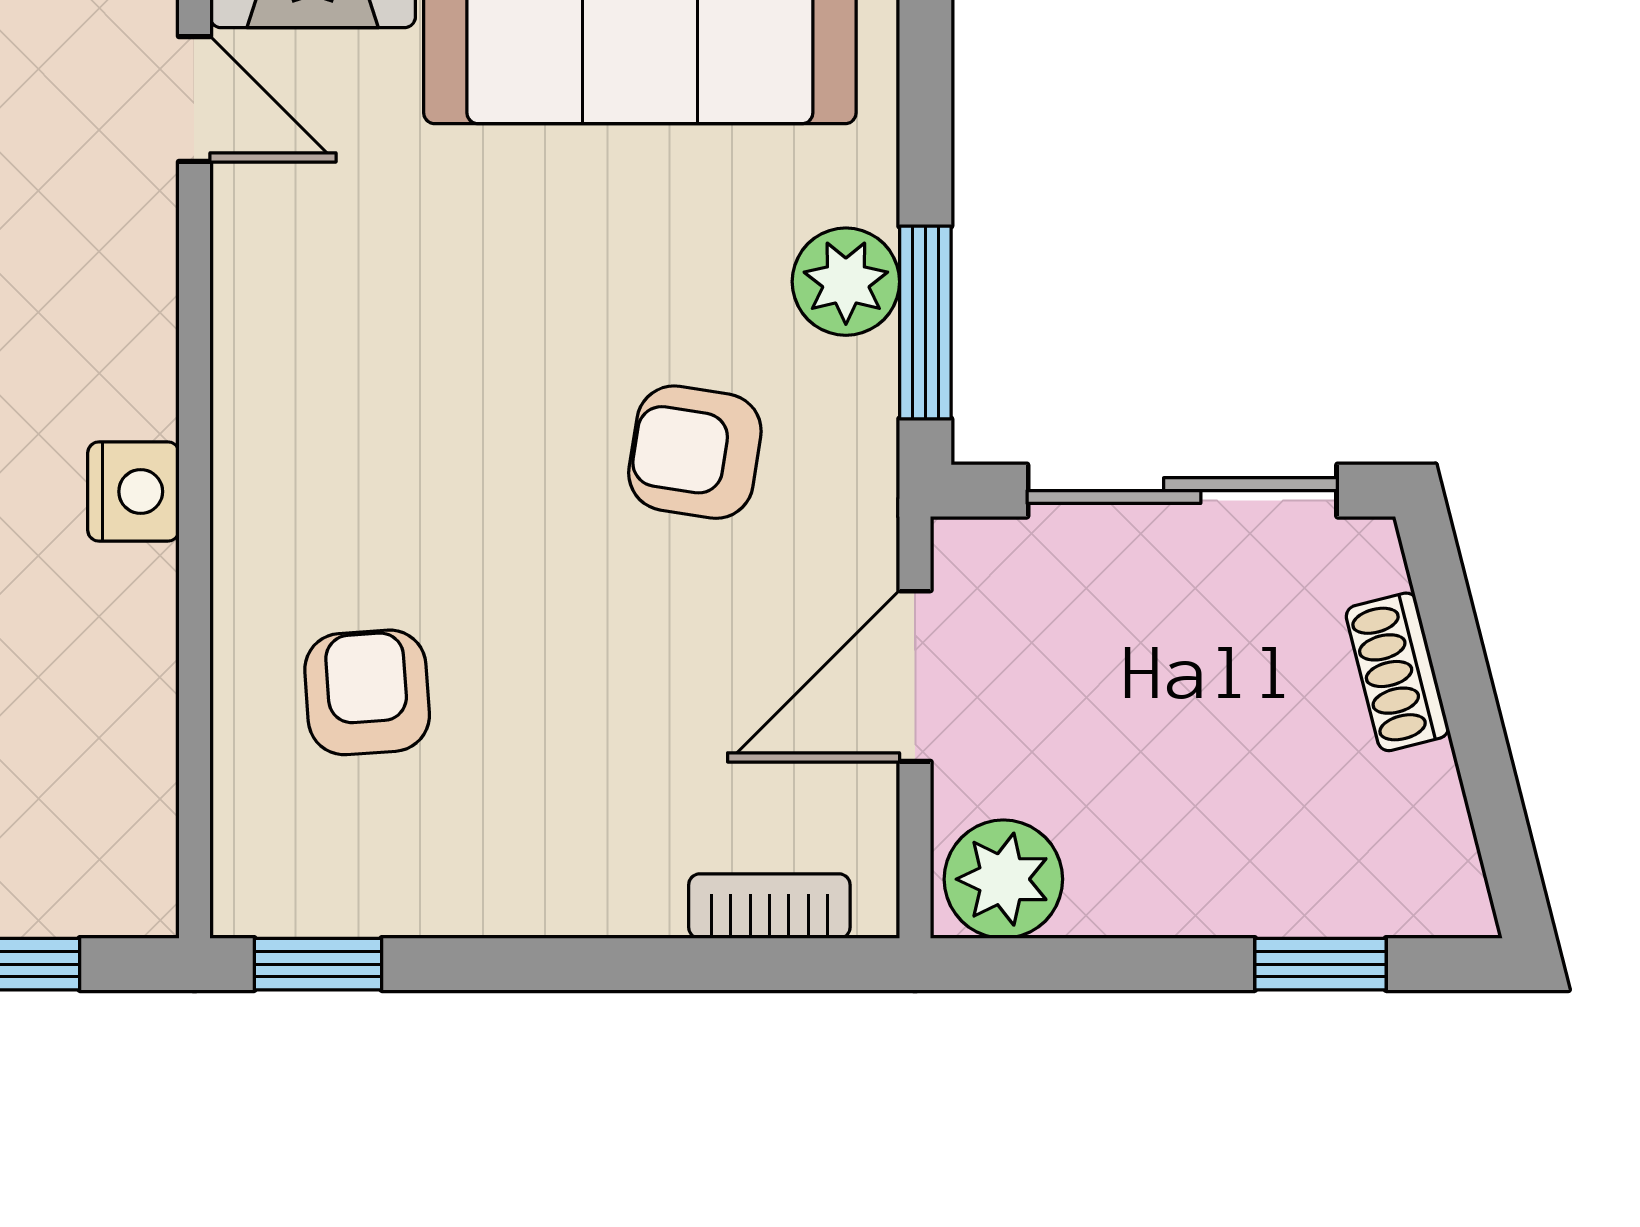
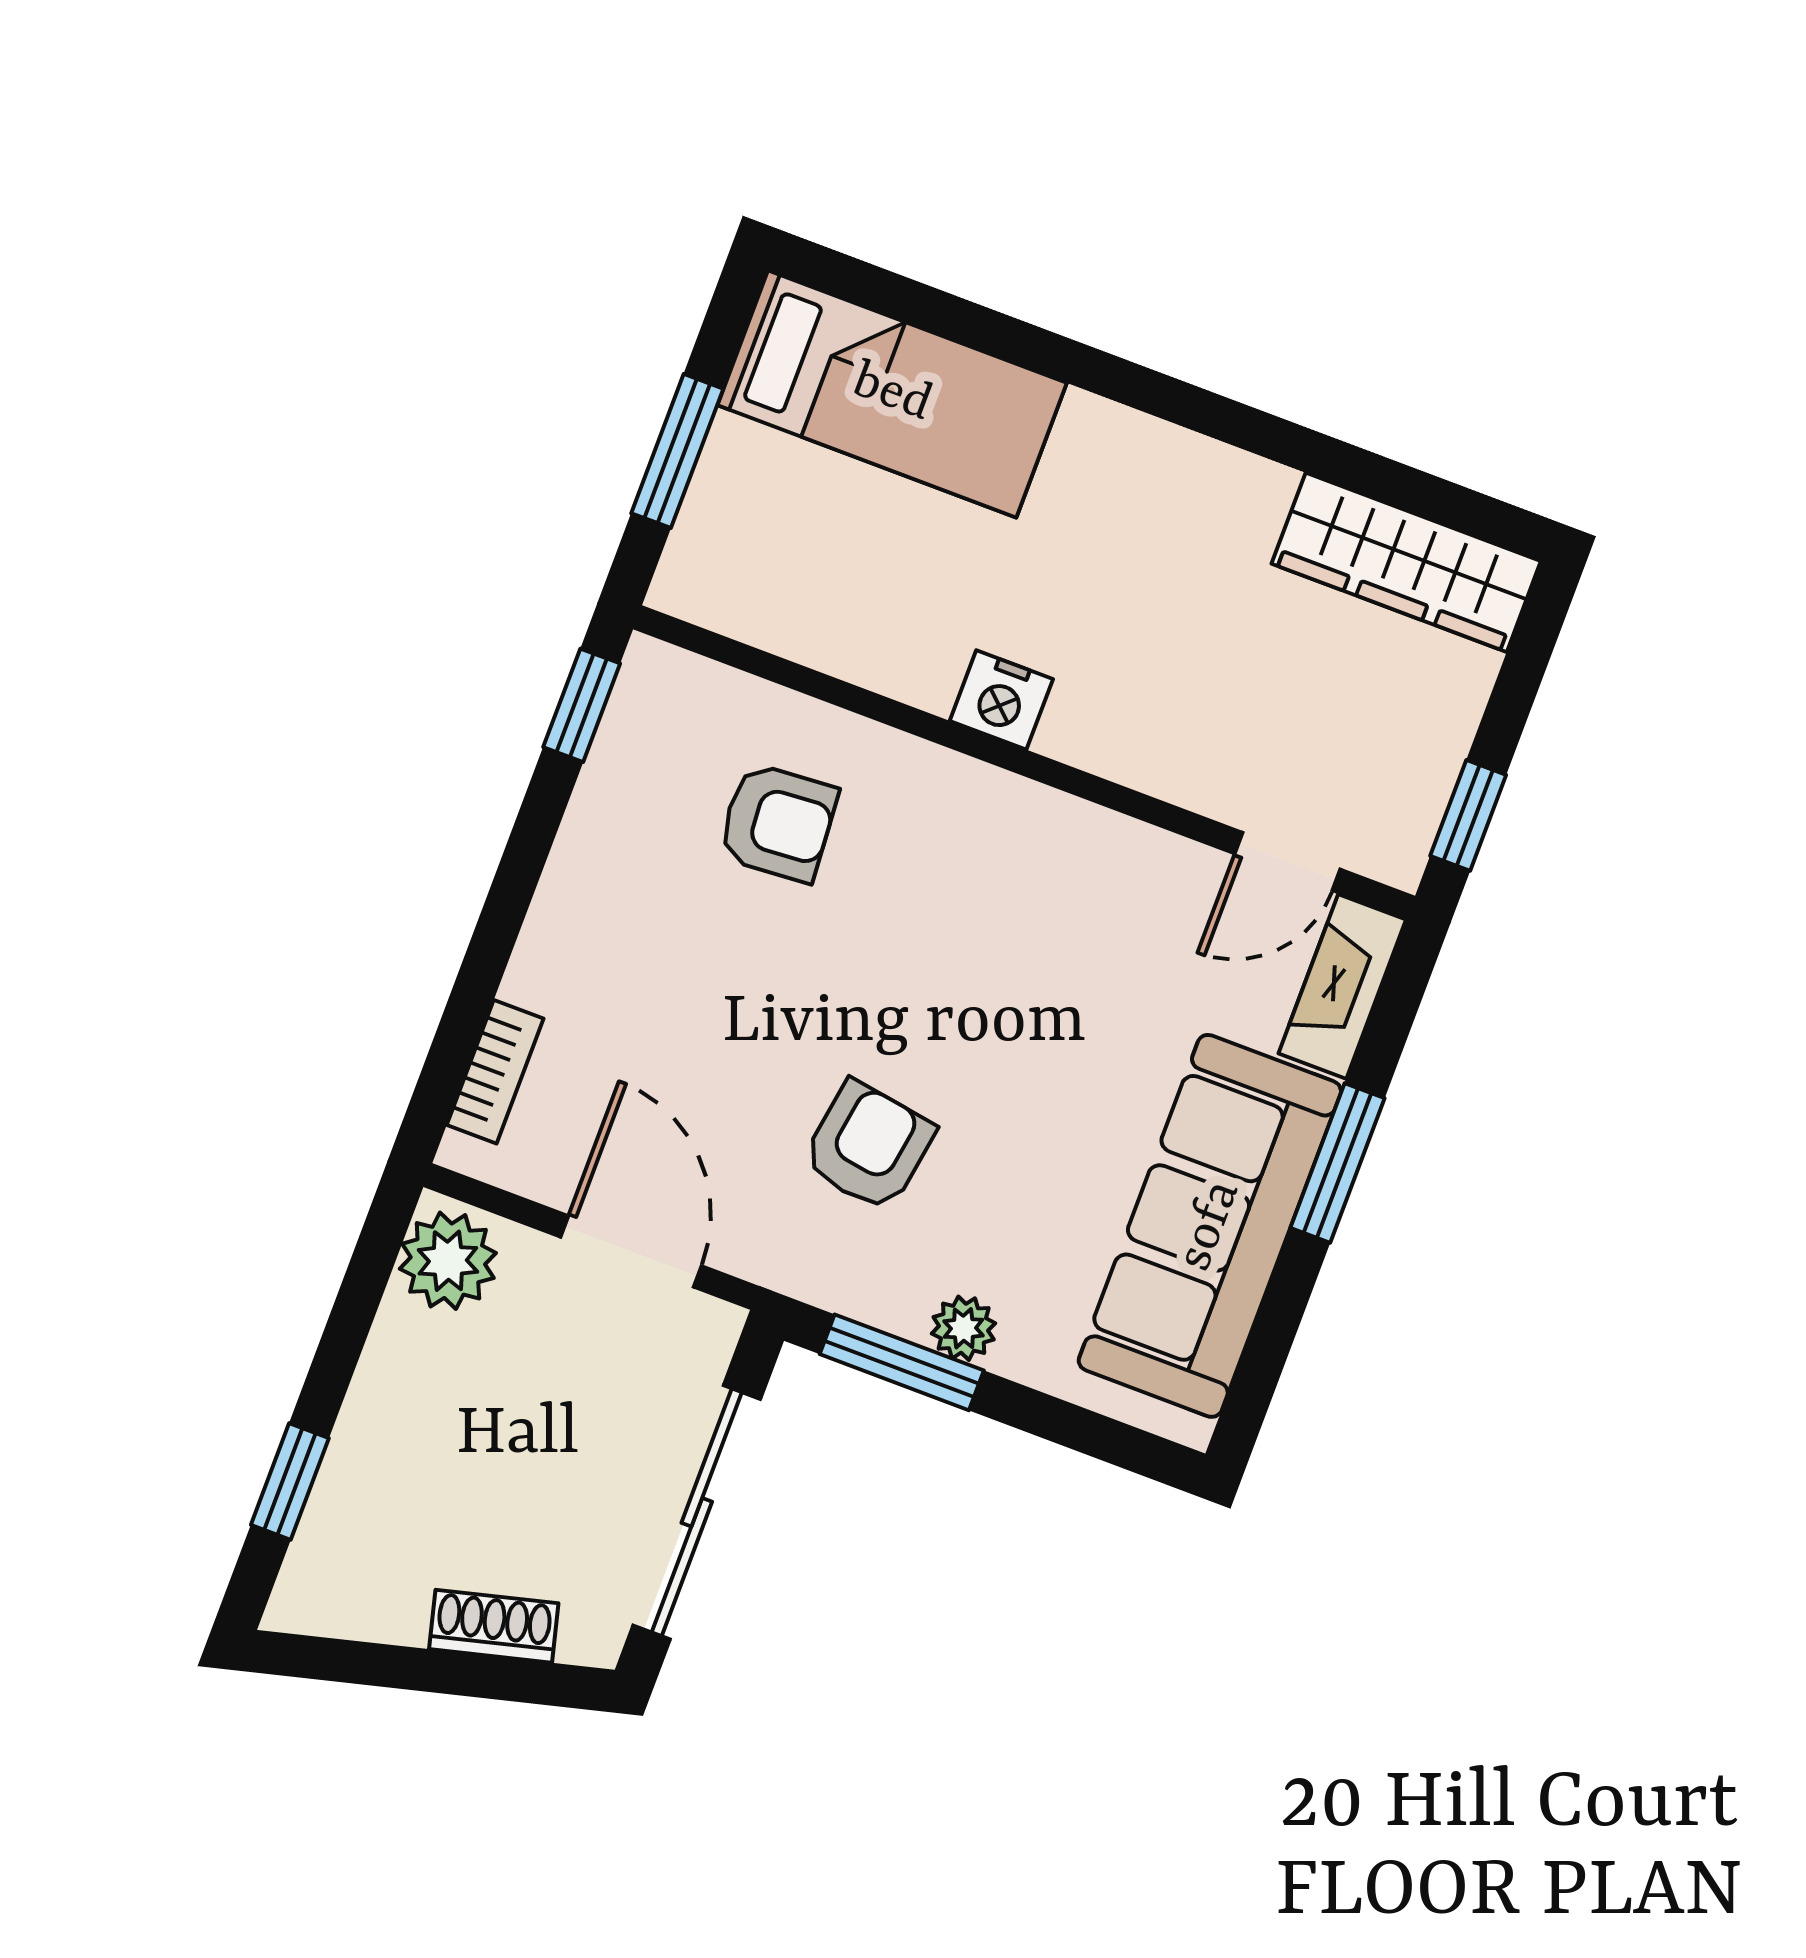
plant: (846, 282) -> (964, 1328), width x0.73, depth x0.73

